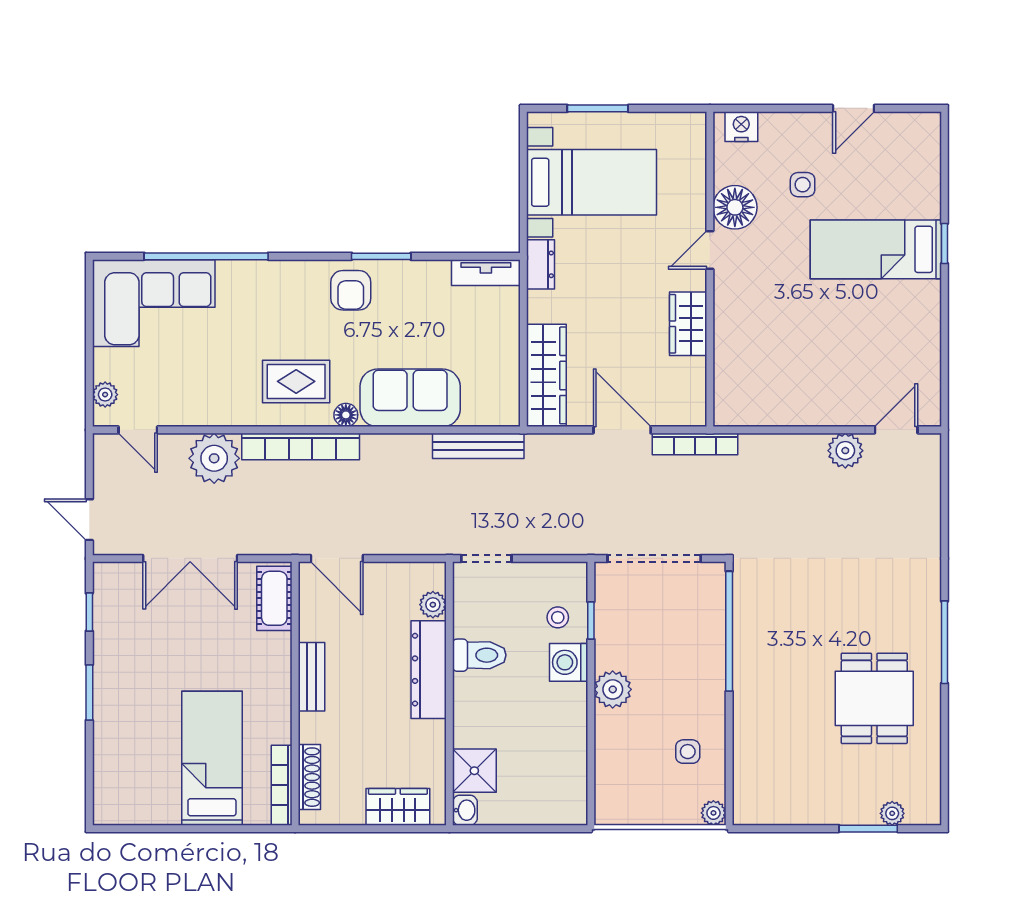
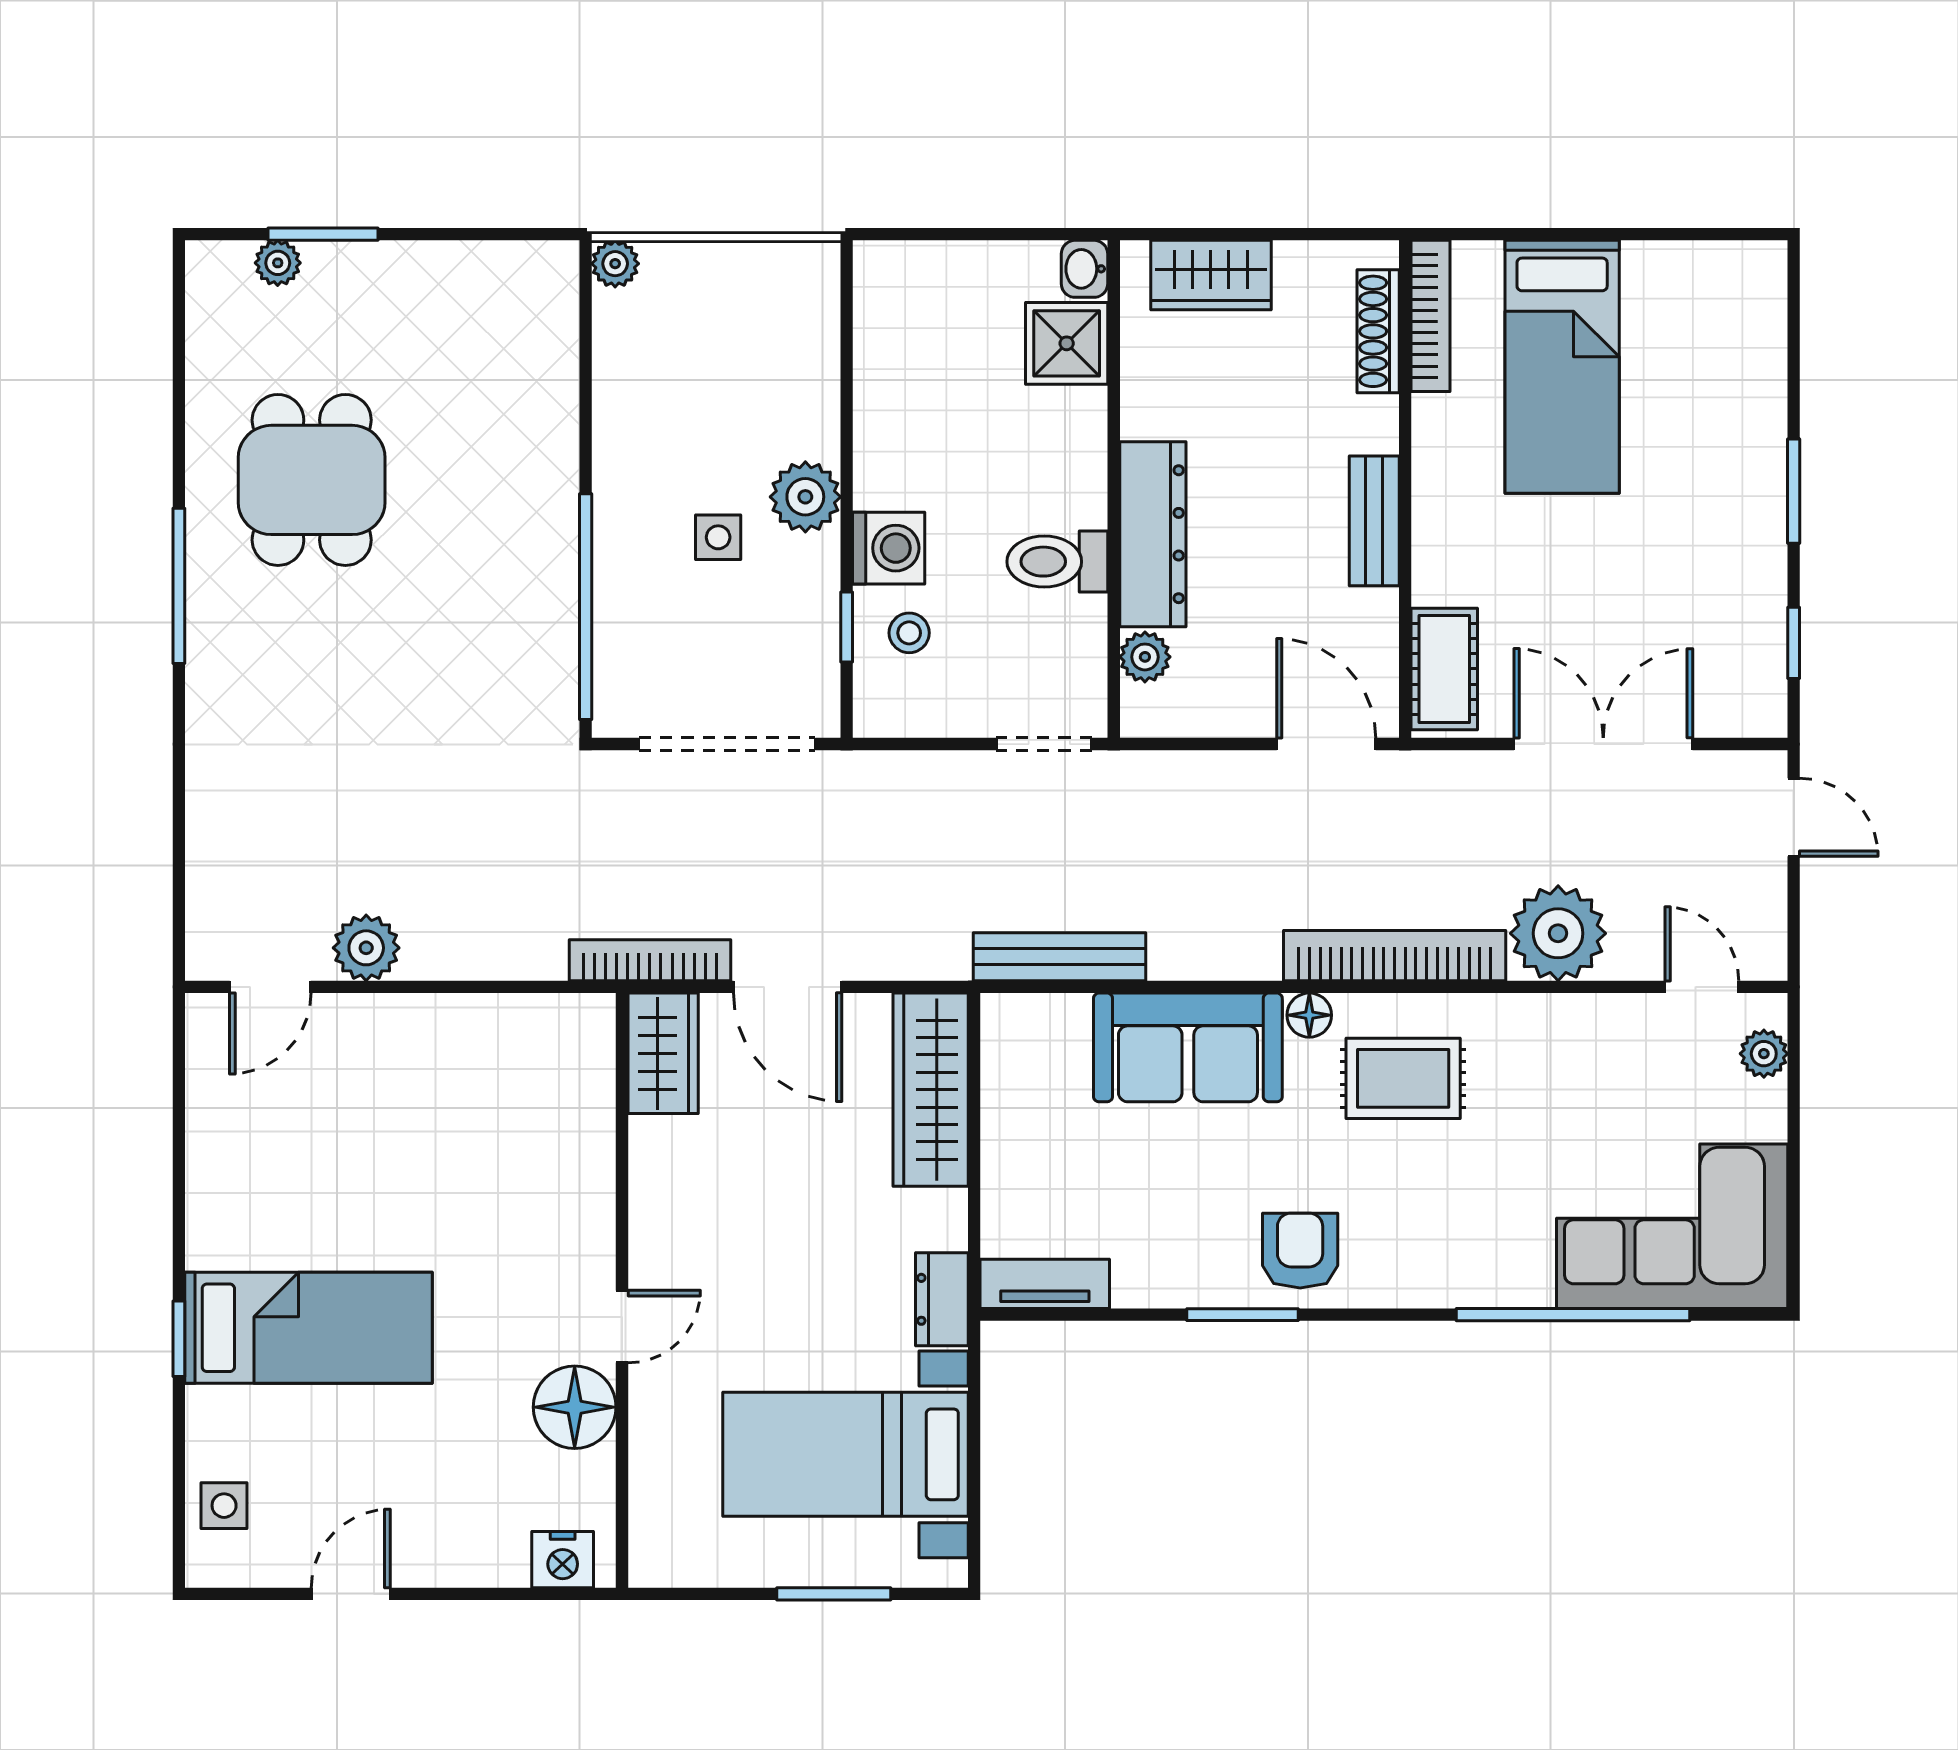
side table: (803, 185) -> (224, 1506), moved
wardrobe: (688, 324) -> (663, 1053), moved
side table: (688, 752) -> (718, 537), moved

